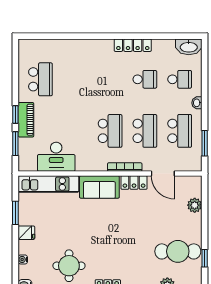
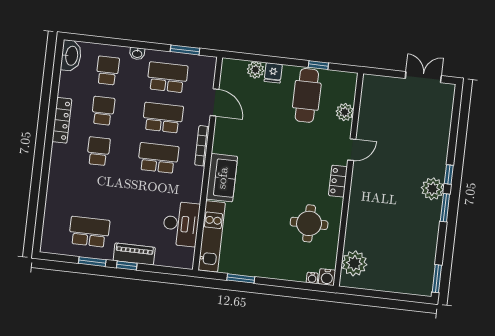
school desk: (110, 79) -> (98, 151), added
window: (15, 144) -> (92, 262), moved
door: (163, 173) -> (215, 102), hinge flipped
locker: (134, 182) -> (221, 137), removed
fridge: (26, 233) -> (273, 73), moved, turned 180
water cooler: (23, 259) -> (312, 278), moved

